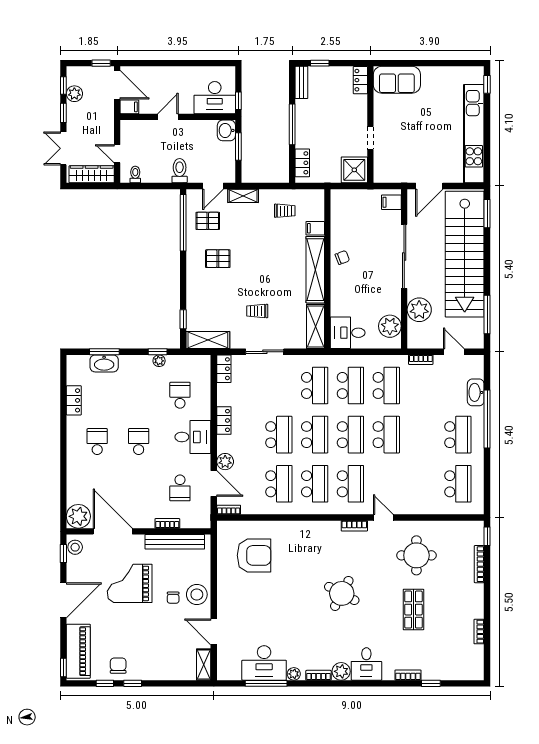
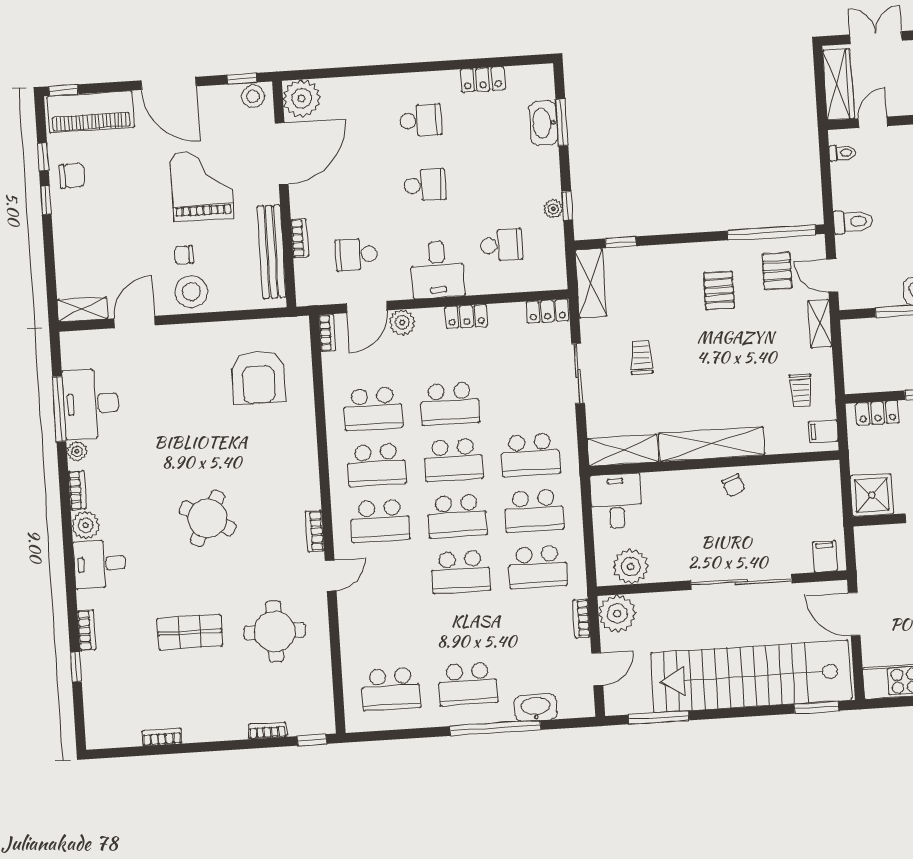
filing cabinet: (315, 228) -> (823, 431), moved, turned -90
plant: (419, 310) -> (617, 614), moved
bookcase: (479, 564) -> (267, 730), width x0.64

